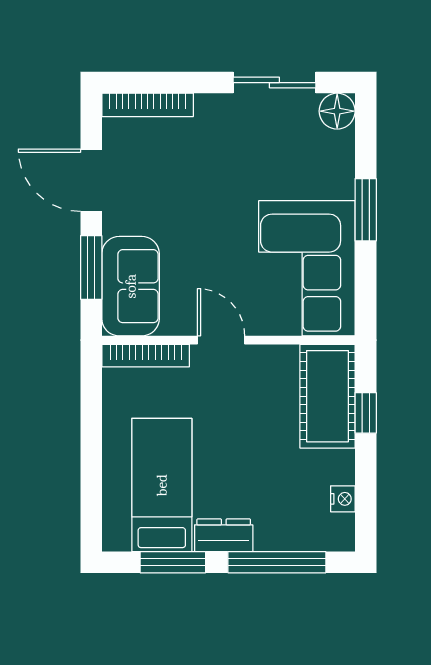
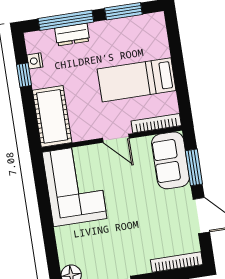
window: (366, 210) -> (47, 223), removed
window: (366, 413) -> (24, 75), moved
bed: (162, 485) -> (137, 80), moved, turned 90
dresser: (224, 535) -> (72, 35), moved

